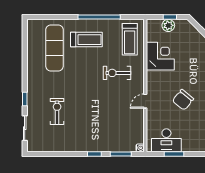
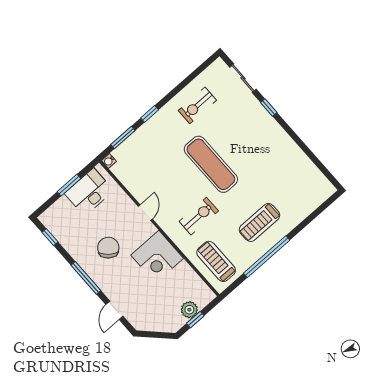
exercise mat: (55, 48) -> (211, 164), moved
corner desk: (160, 56) -> (157, 257), moved
exercise bike: (57, 112) -> (197, 105), moved, turned 90

